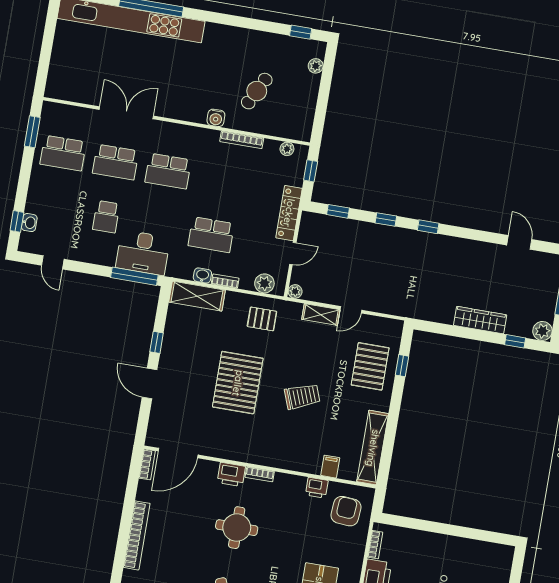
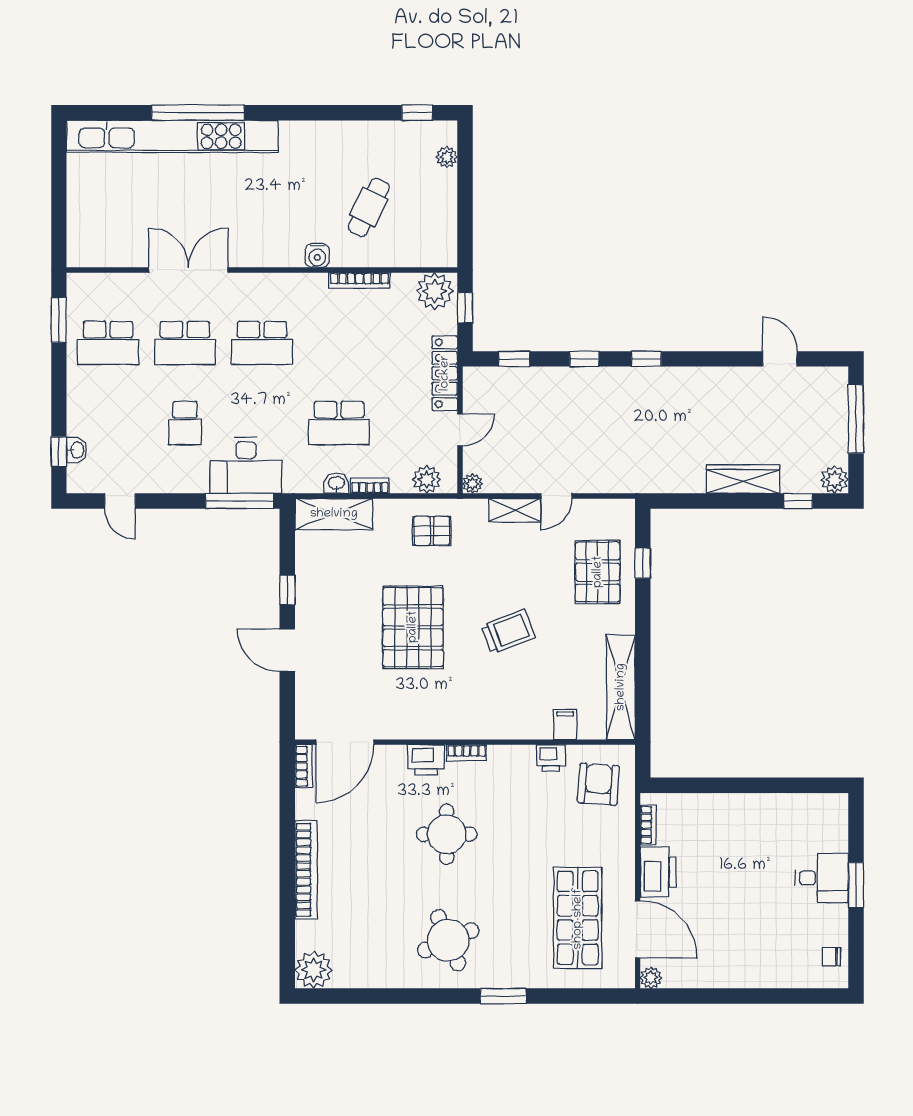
plant: (287, 149) -> (435, 291), width x1.88, depth x1.88

